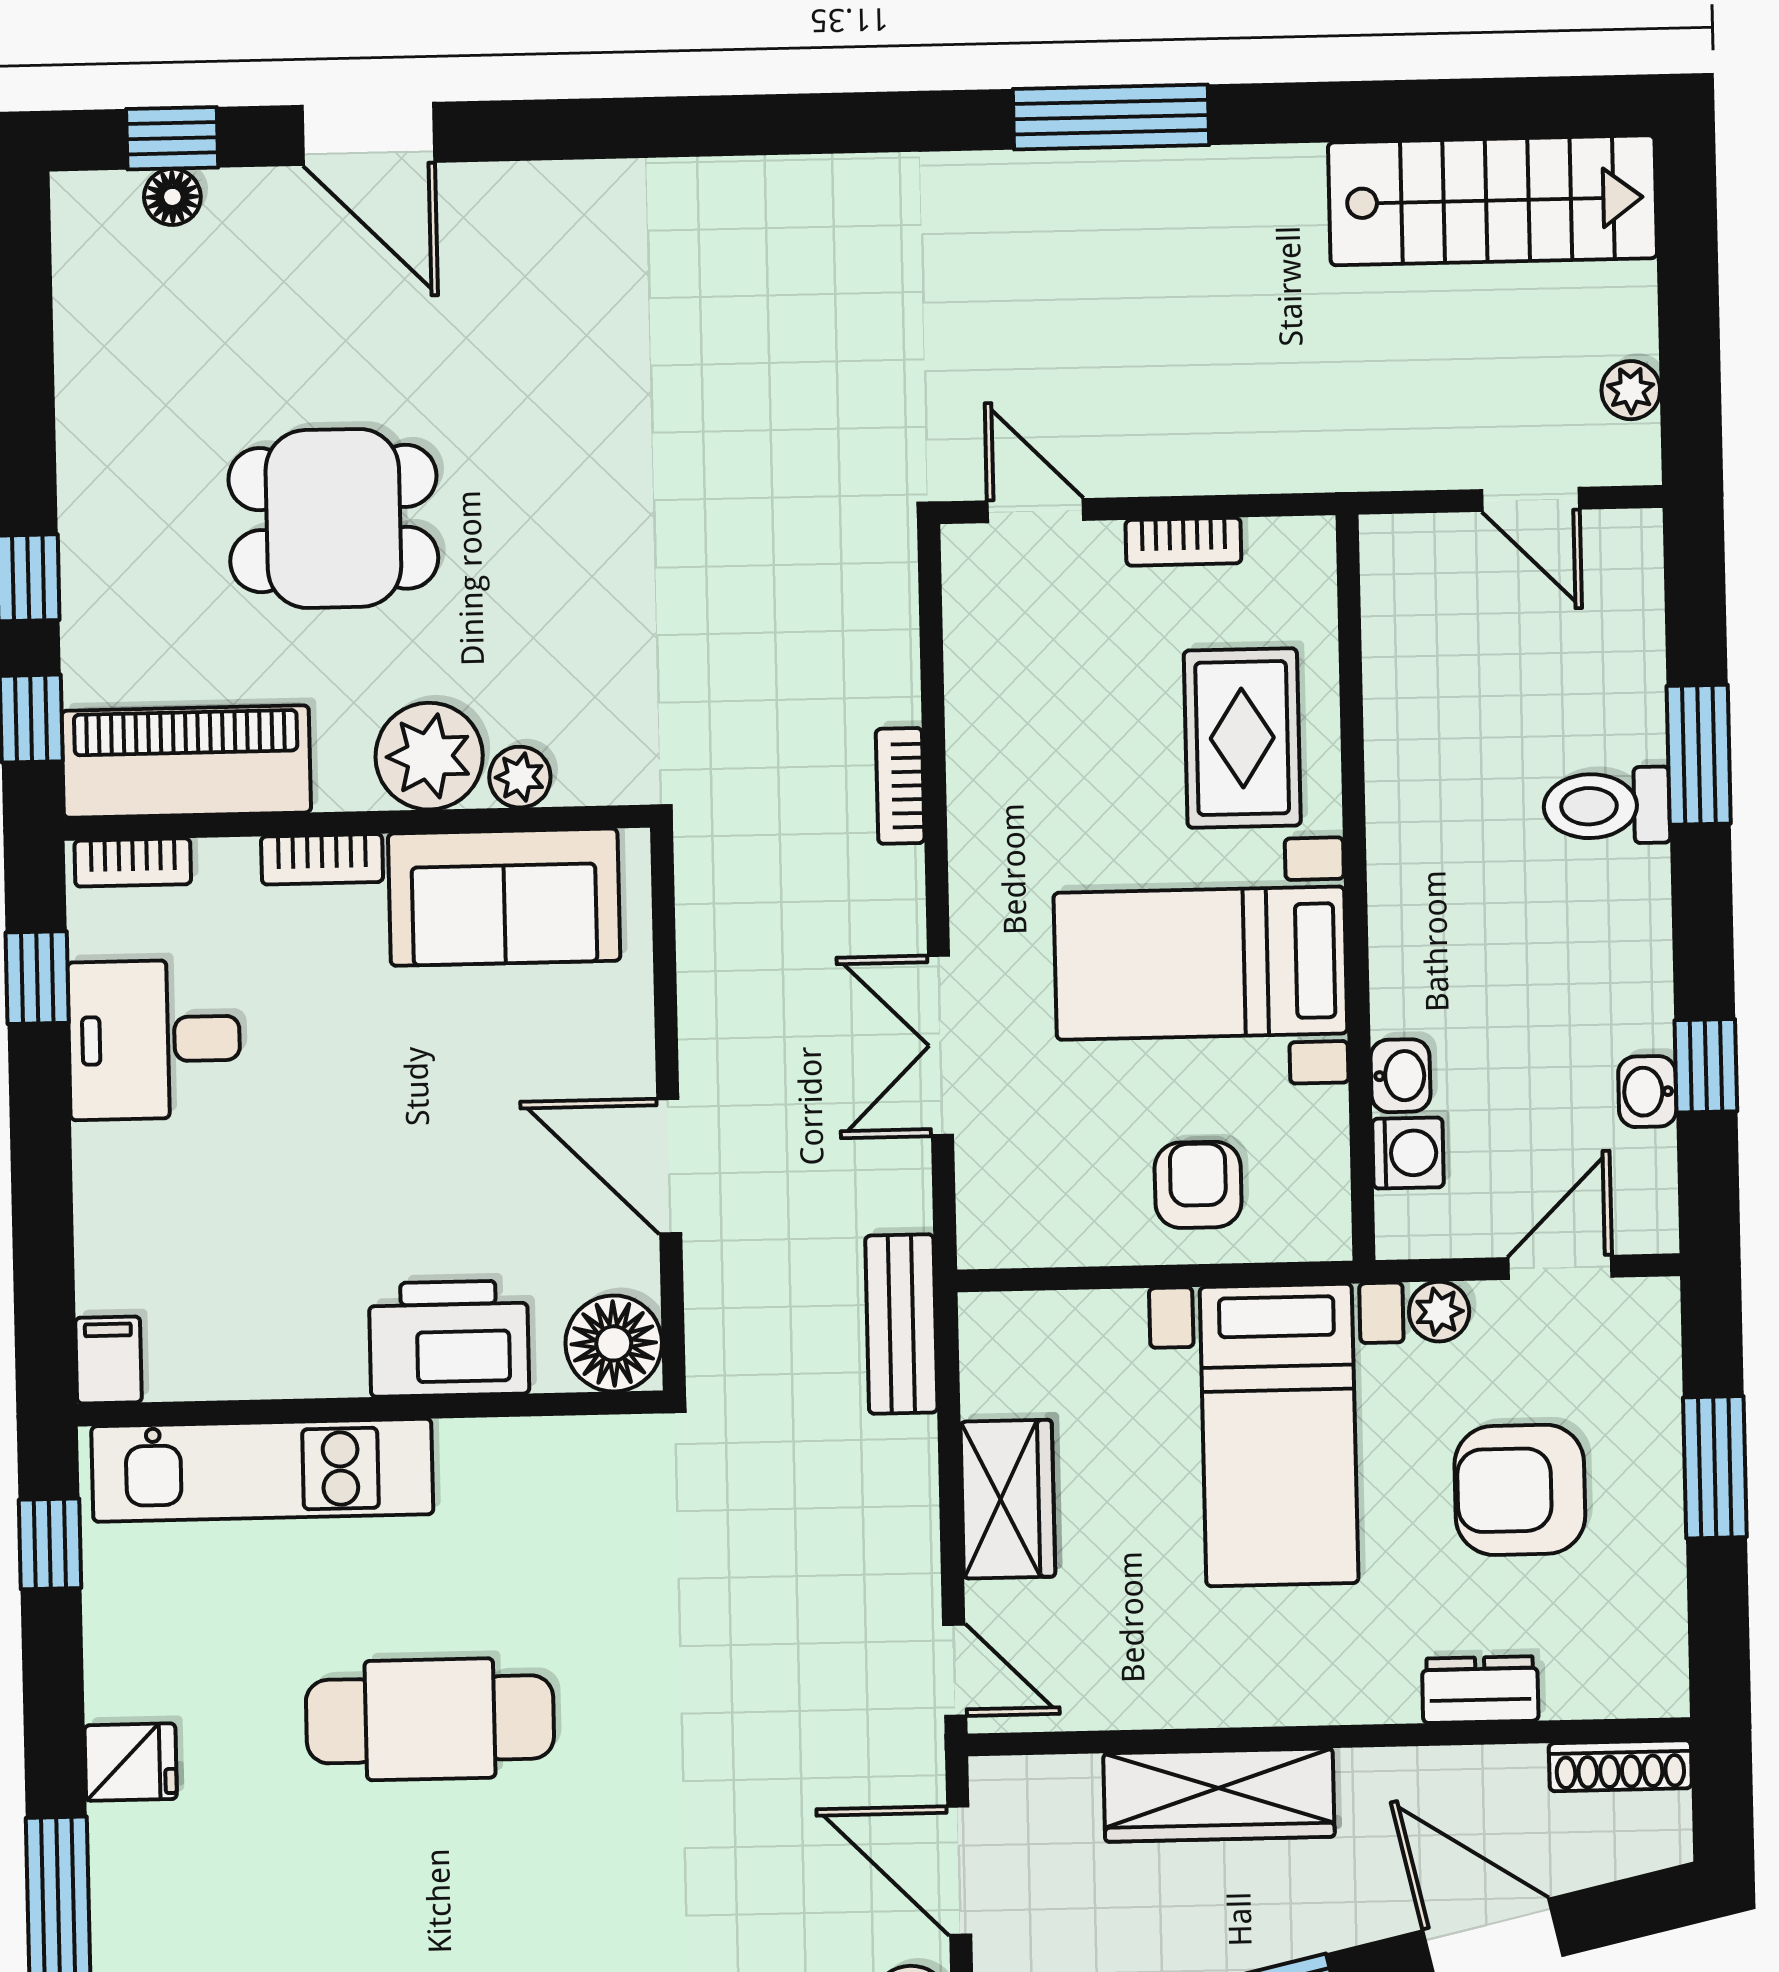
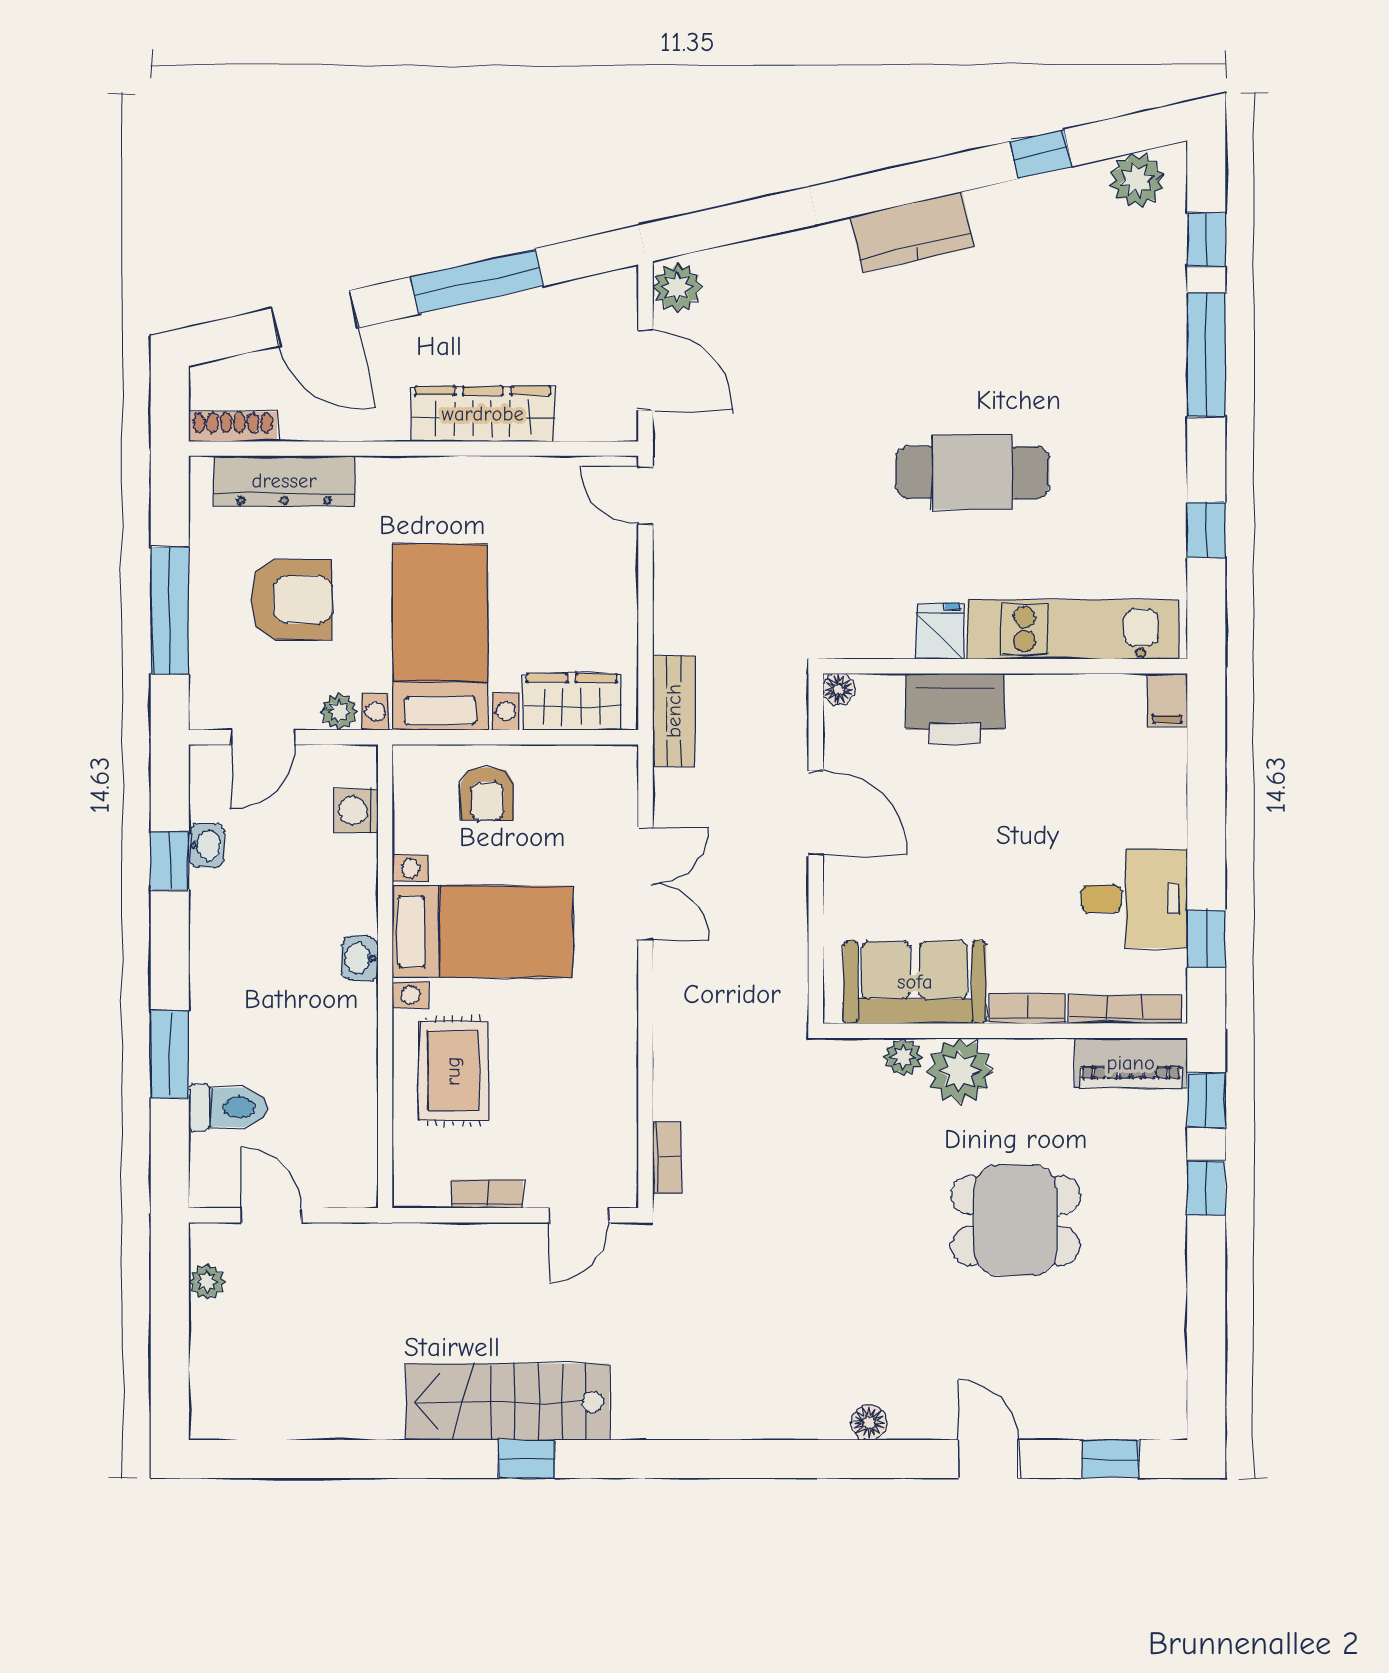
window: (1111, 117) -> (526, 1459), width x0.46
door: (368, 134) -> (988, 1459), width x0.73
floor lamp: (172, 197) -> (869, 1423), moved
stairs: (1493, 200) -> (508, 1402), moved
door: (1035, 511) -> (579, 1215), hinge flipped
piano: (186, 762) -> (1131, 1063), width x0.73, depth x0.75
bookcase: (900, 786) -> (667, 1157), moved
toilet: (1607, 806) -> (228, 1107), moved
bookcase: (133, 862) -> (1125, 1009), width x1.56
washbasin: (1401, 1076) -> (360, 958), moved
floor lamp: (614, 1343) -> (839, 689), width x0.53, depth x0.53
window: (1715, 1467) -> (170, 611), width x1.44
wardrobe: (1008, 1499) -> (572, 702), moved, turned 90
window: (50, 1544) -> (1206, 530), moved
dresser: (1480, 1690) -> (284, 481), width x1.96, depth x1.24
fridge: (131, 1762) -> (940, 631), moved, turned 90

